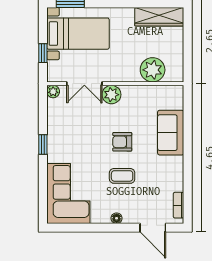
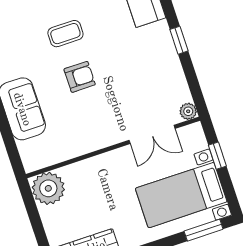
plant: (153, 70) -> (48, 188), moved
double door: (84, 84) -> (152, 134), swing flipped
plant: (111, 95) -> (113, 132), removed

